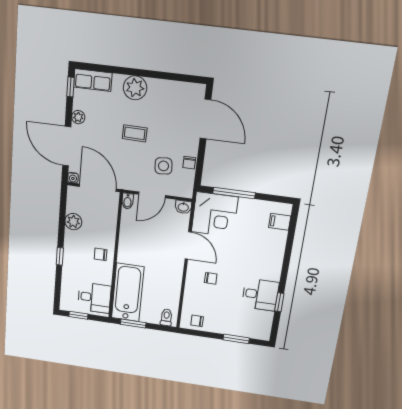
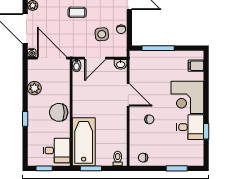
corner desk: (215, 215) -> (187, 97), moved, turned 90
chair: (101, 254) -> (59, 112), width x1.87, depth x1.87

